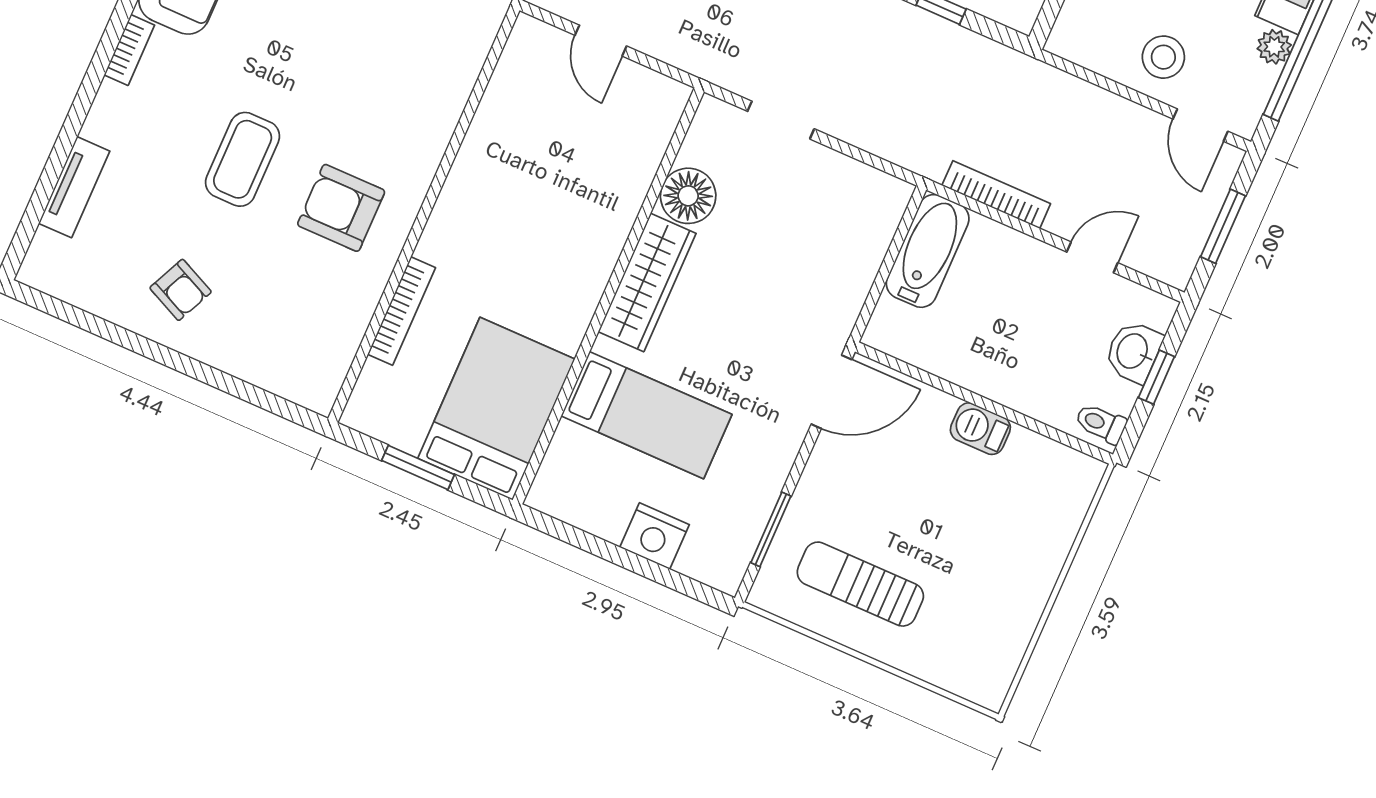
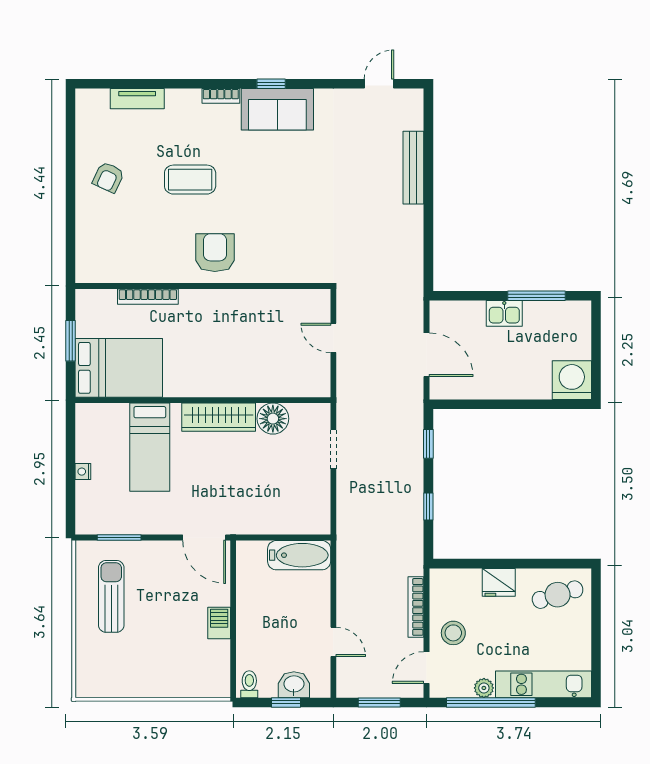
door: (601, 41) -> (333, 338), hinge flipped
bookcase: (996, 195) -> (416, 607), moved, turned 180
armchair: (341, 208) -> (215, 253), moved
nightstand: (655, 536) -> (83, 472), width x0.53, depth x0.56

